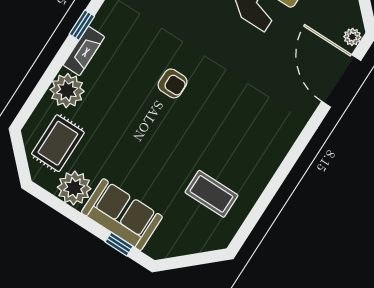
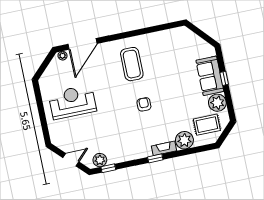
coffee table: (211, 194) -> (132, 64), moved, width x1.36, depth x1.32
window: (119, 244) -> (224, 78), moved

